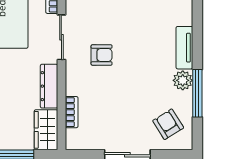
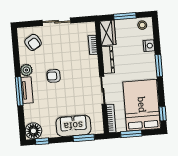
armchair: (102, 55) -> (54, 76), moved
window: (197, 93) -> (19, 91), moved

